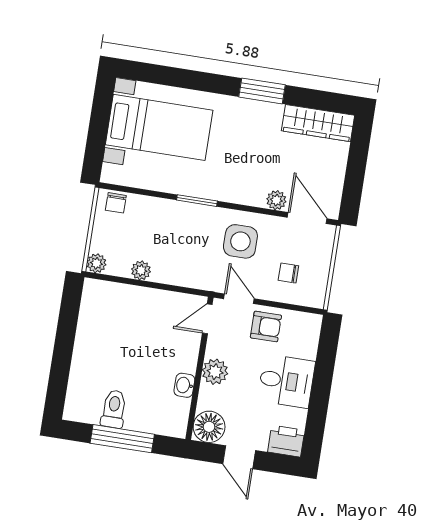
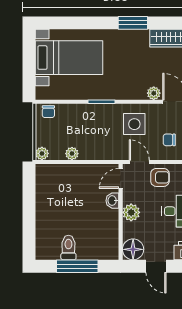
washbasin: (184, 385) -> (112, 201), moved

